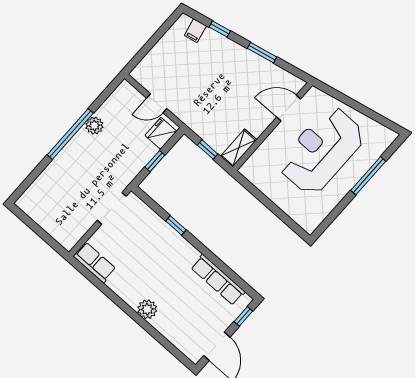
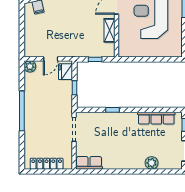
plant: (94, 126) -> (30, 66), moved
shelving: (239, 148) -> (109, 30), moved
locker: (45, 220) -> (47, 164), added
plant: (147, 309) -> (152, 163), moved

